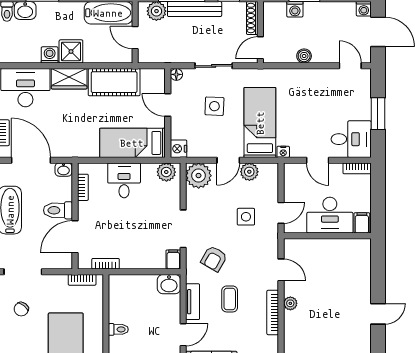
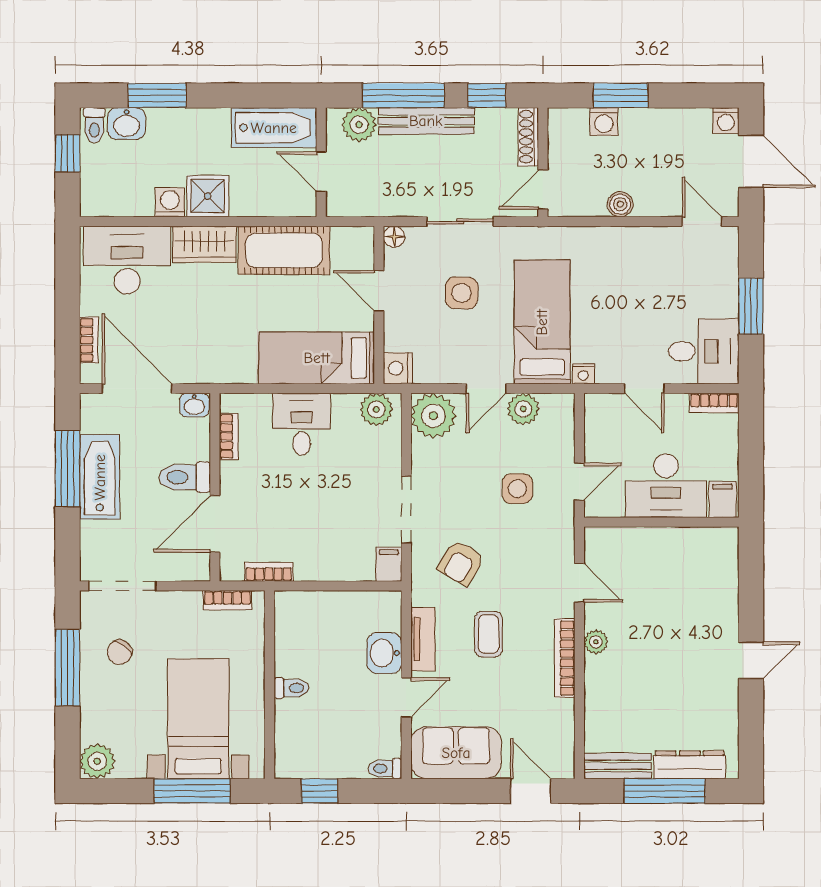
washbasin: (169, 284) -> (384, 653), moved, turned 90

